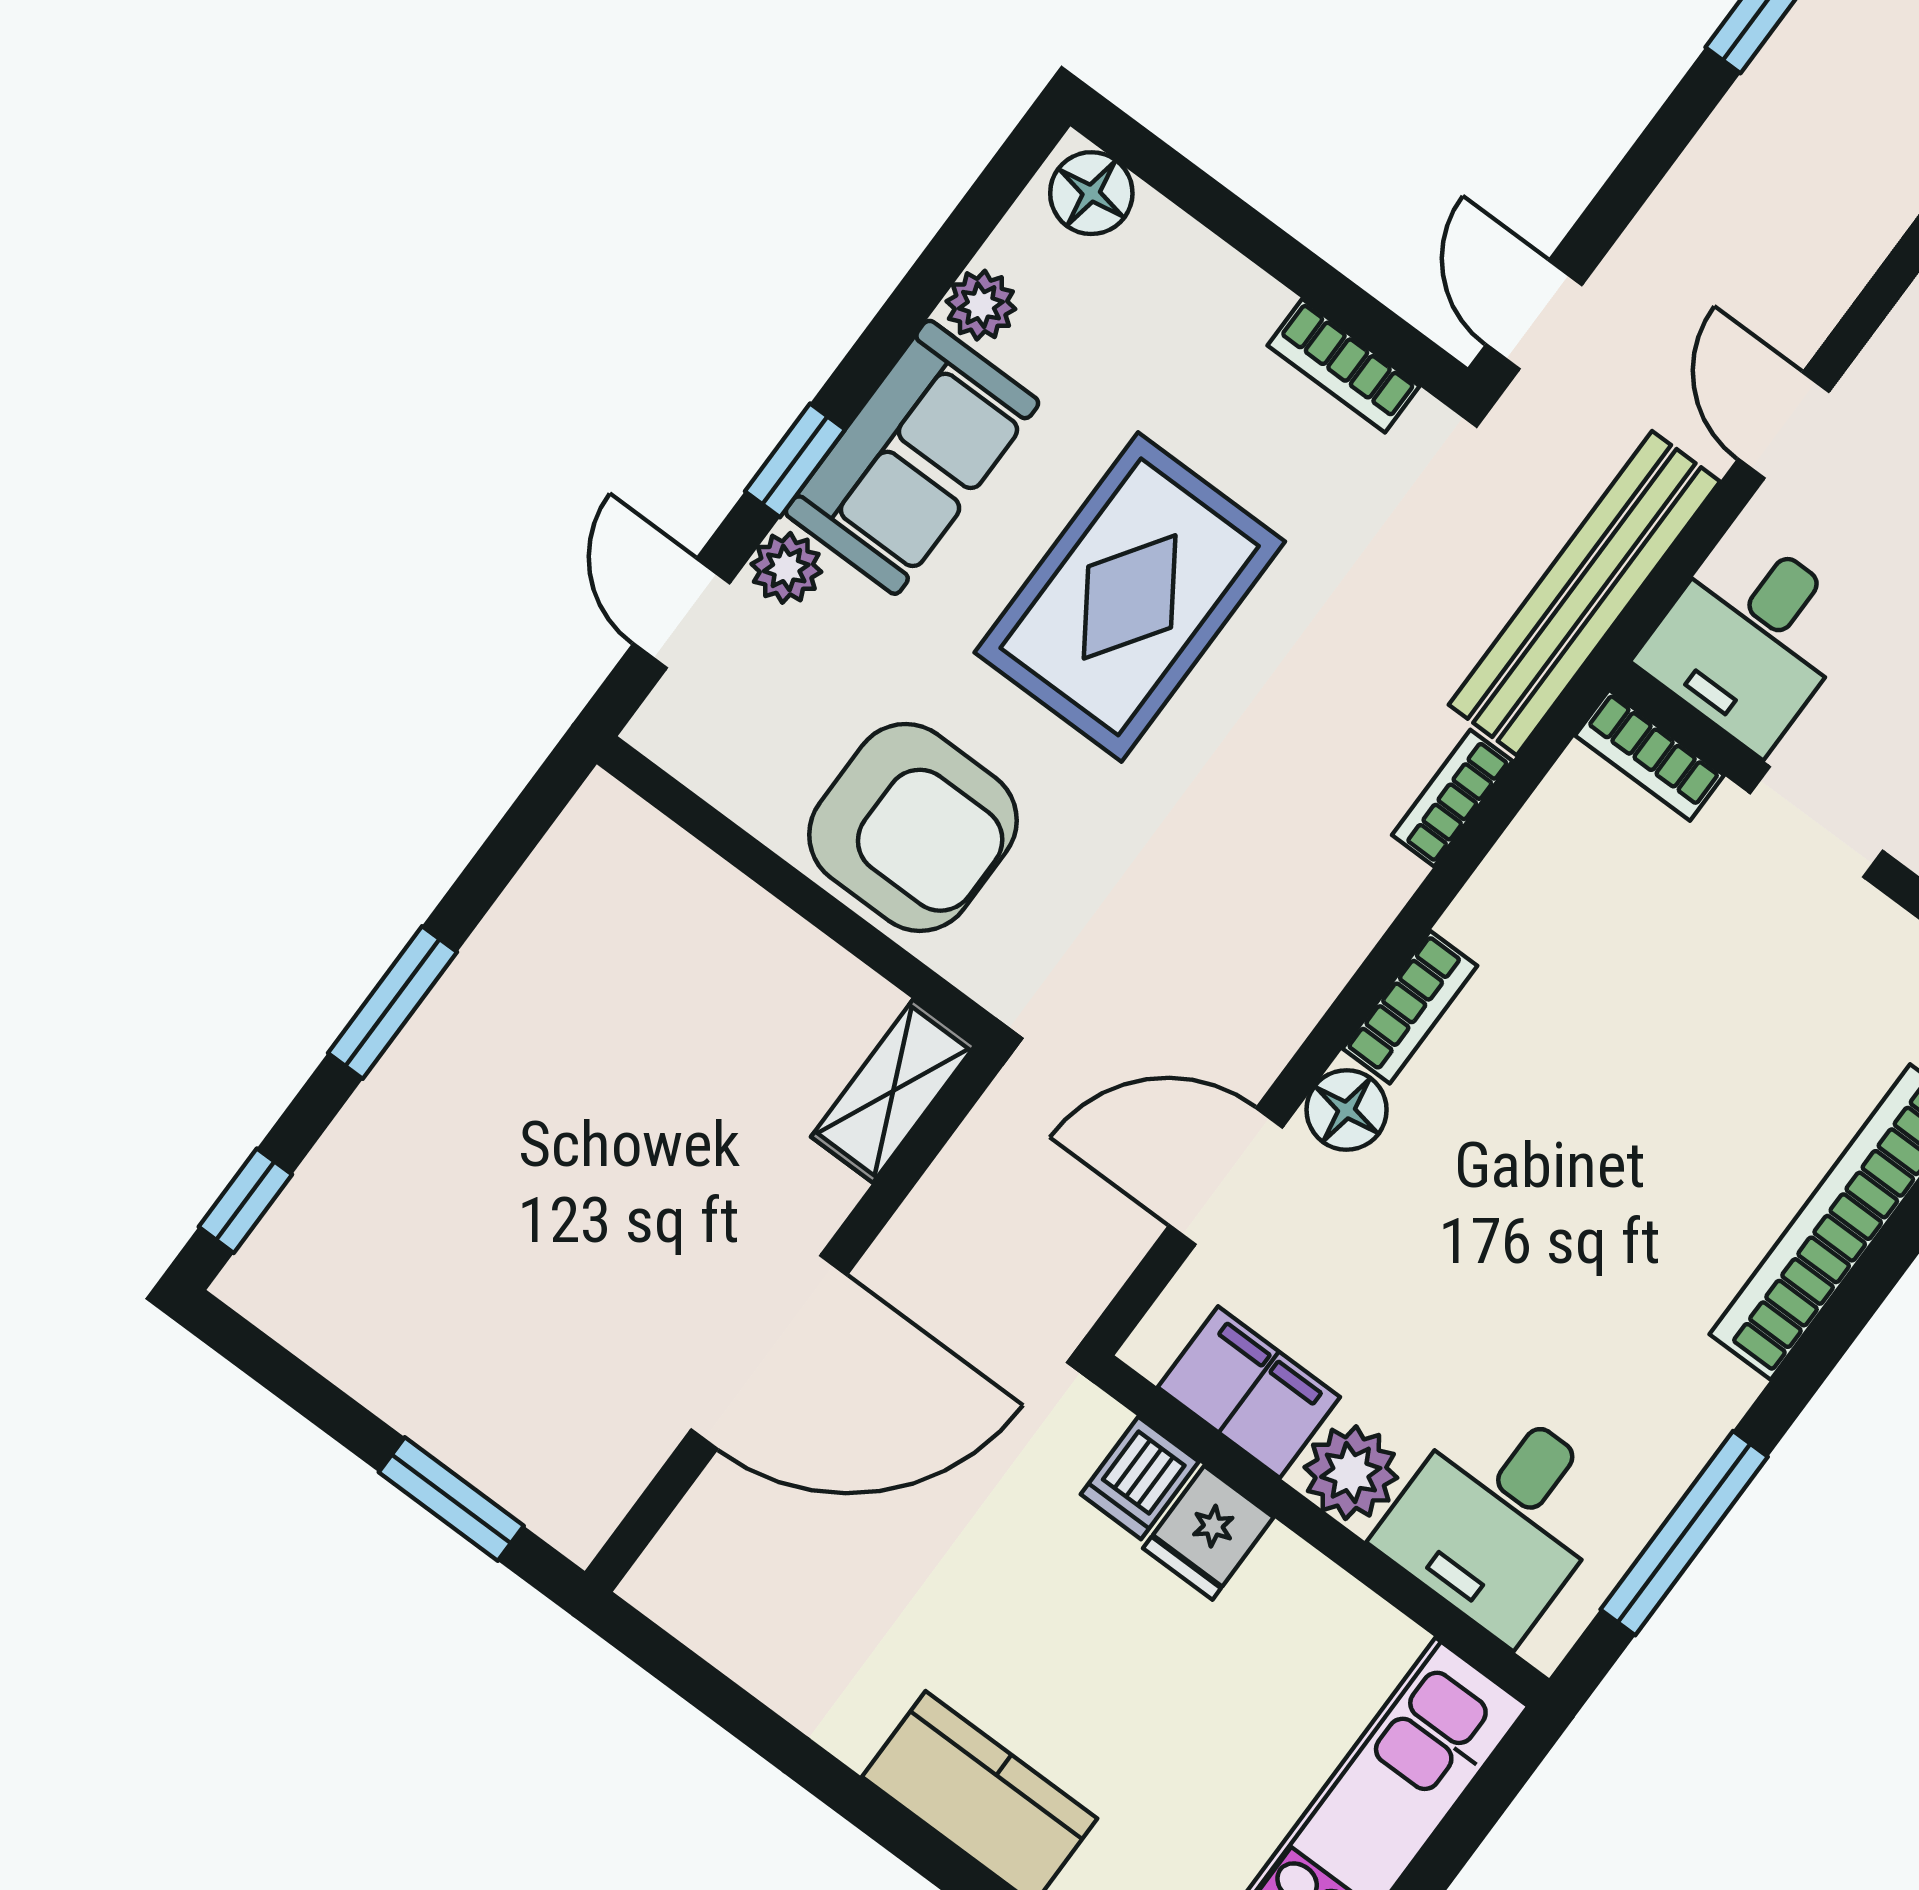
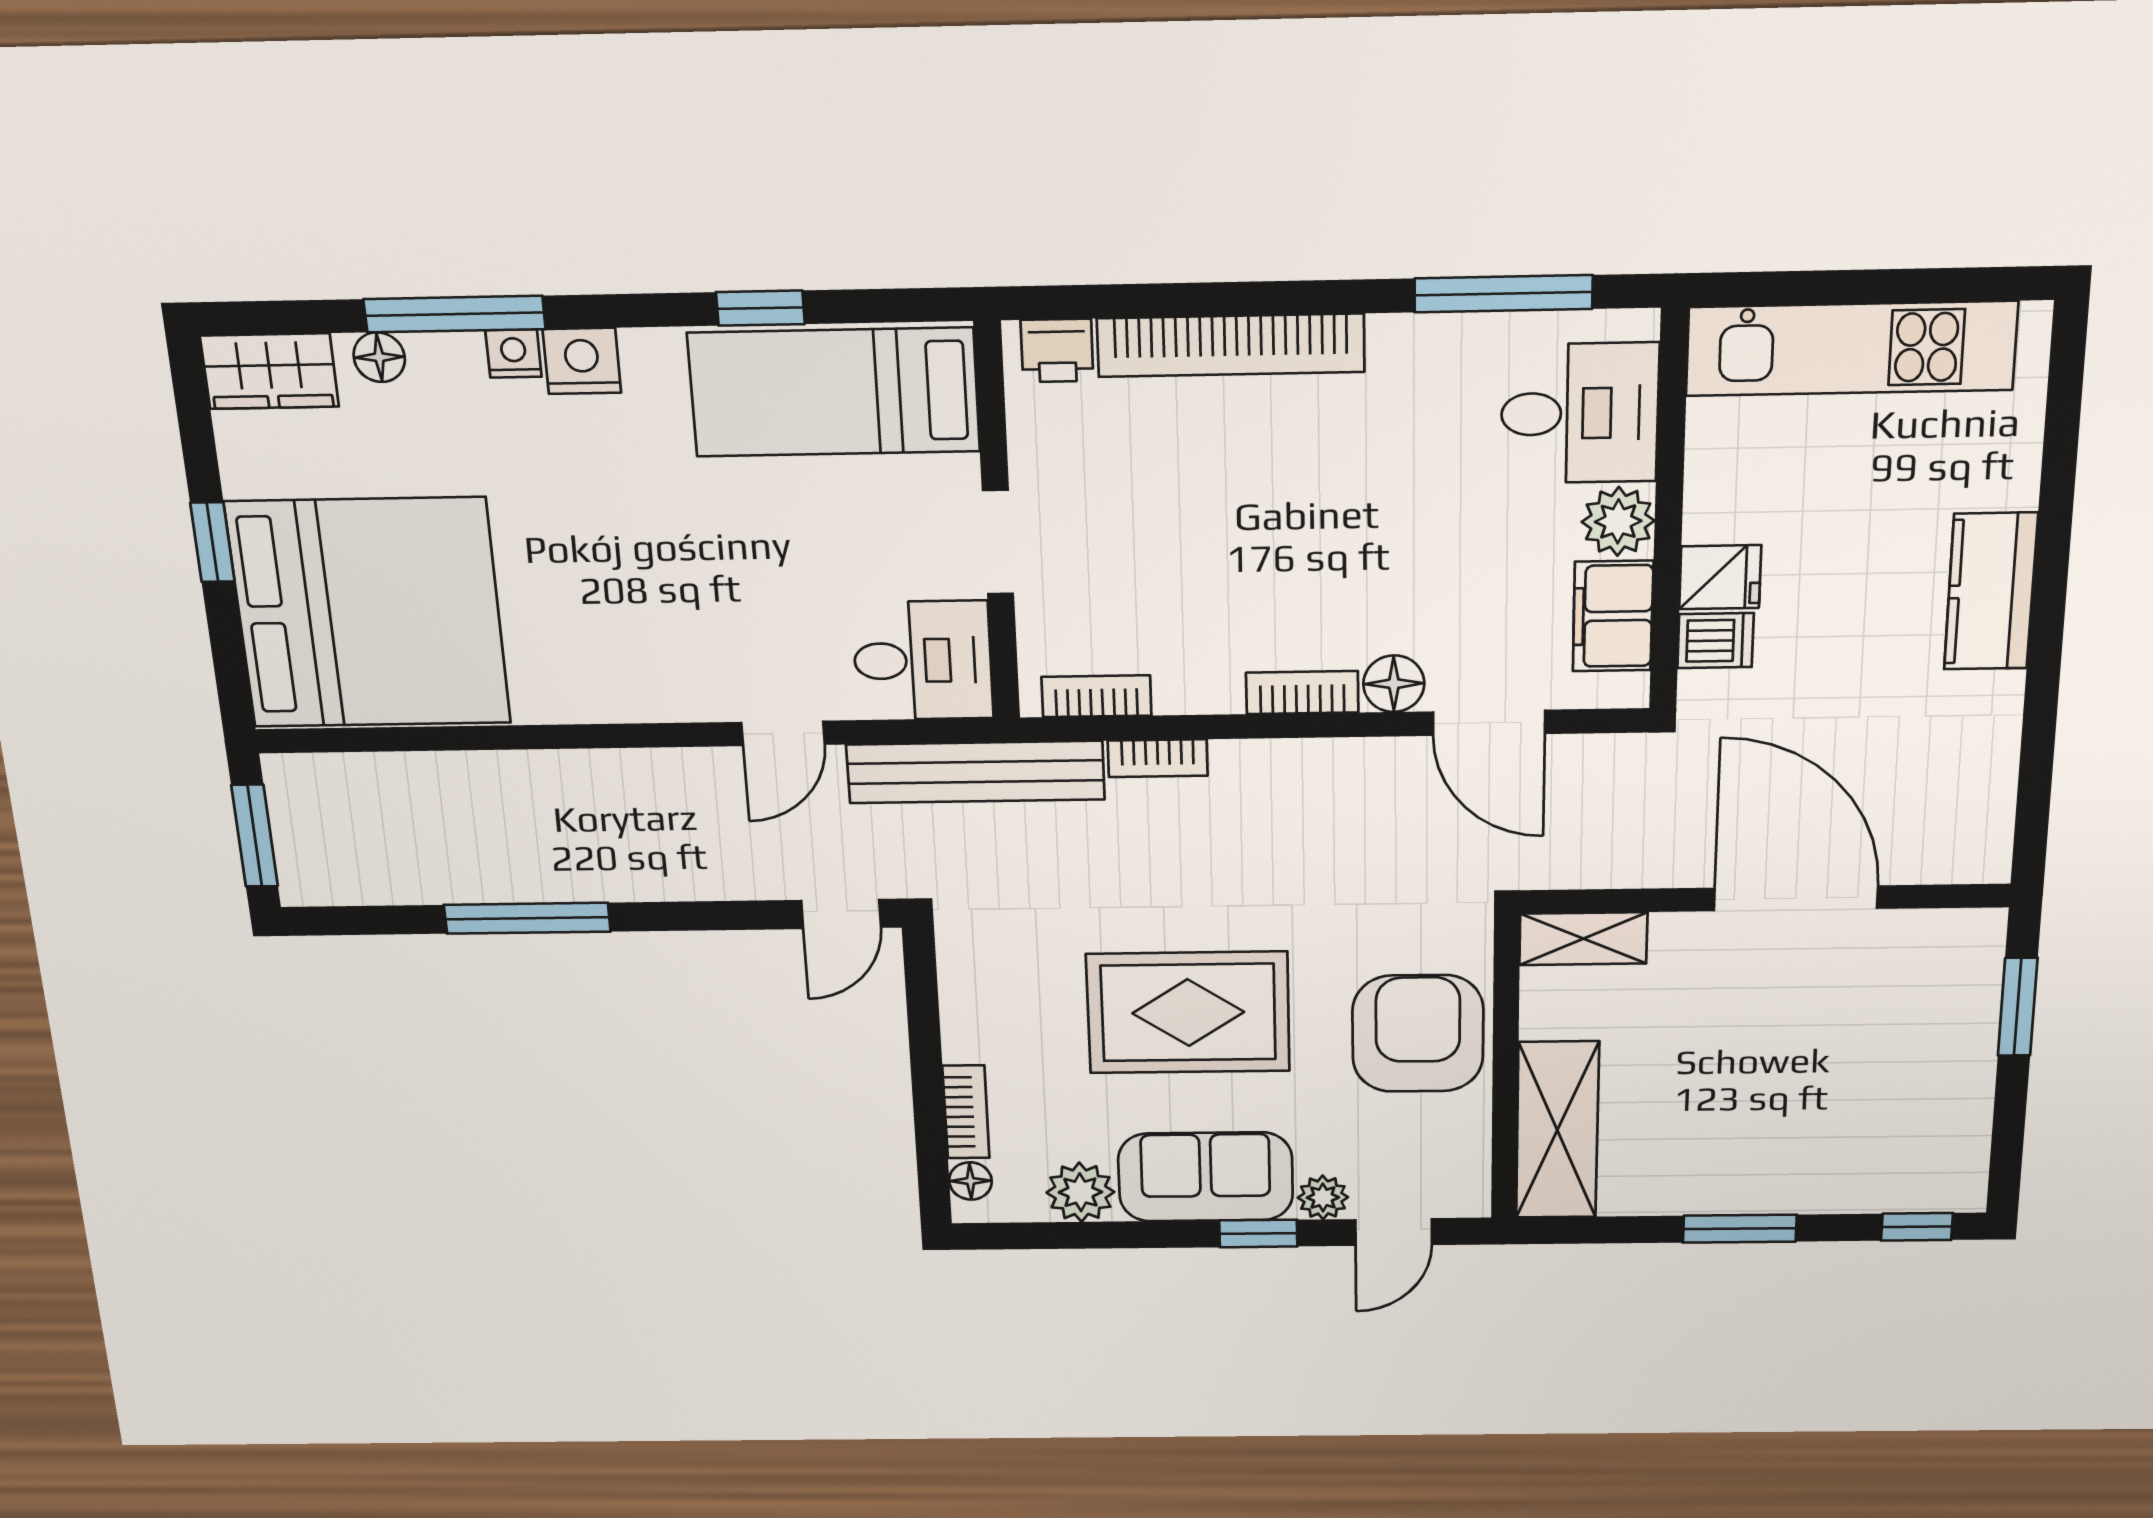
floor lamp: (1091, 193) -> (970, 1181), width x0.73, depth x0.73
plant: (981, 305) -> (1080, 1192), width x1.38, depth x1.38
bookcase: (1344, 366) -> (966, 1112), moved
bookcase: (1649, 755) -> (1096, 696), moved, turned -90
shelving: (675, 891) -> (1557, 1130), added

